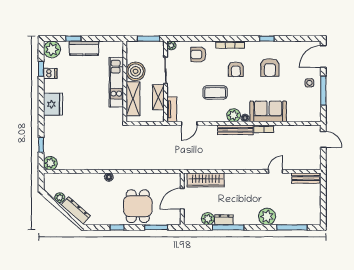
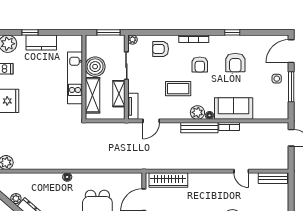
door: (275, 171) -> (241, 171), swing flipped

